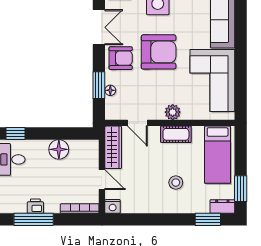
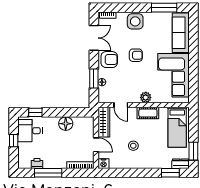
armchair: (159, 52) -> (136, 55), width x0.53, depth x0.53
stool: (176, 183) -> (133, 146), moved
printer: (35, 206) -> (37, 163), moved

